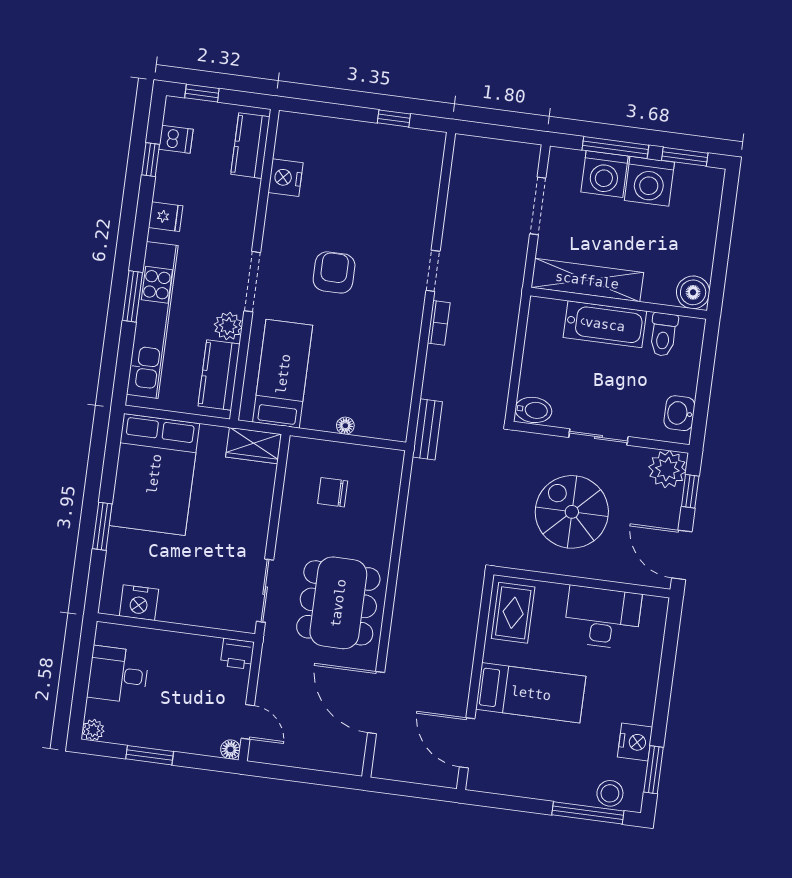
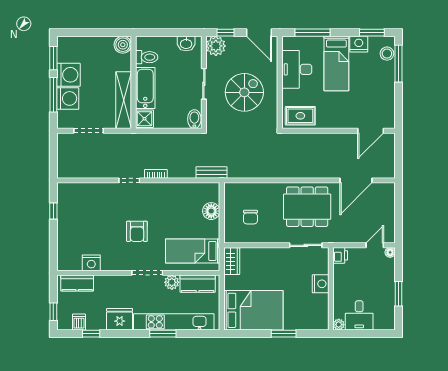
fridge: (166, 217) -> (120, 319), width x1.88, depth x1.34
armchair: (334, 272) -> (137, 231), turned -90
shower: (547, 315) -> (144, 119), added
floor lamp: (345, 426) -> (211, 211), width x1.89, depth x1.89
spiral stairs: (572, 512) -> (244, 92), turned 180
door: (682, 555) -> (259, 33), hinge flipped
nightstand: (139, 603) -> (321, 284), moved
window: (668, 657) -> (312, 33), added
bed: (531, 693) -> (336, 63), moved, turned 180
plant: (93, 730) -> (339, 325), moved

